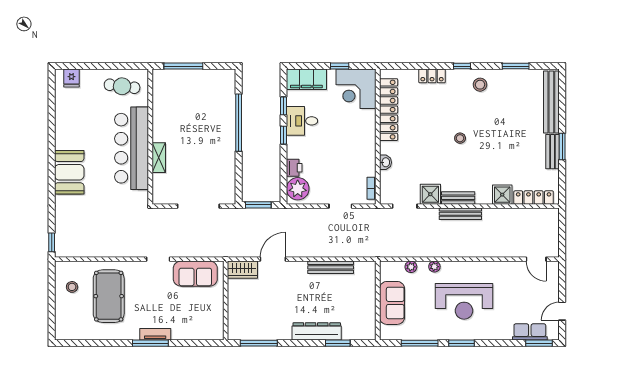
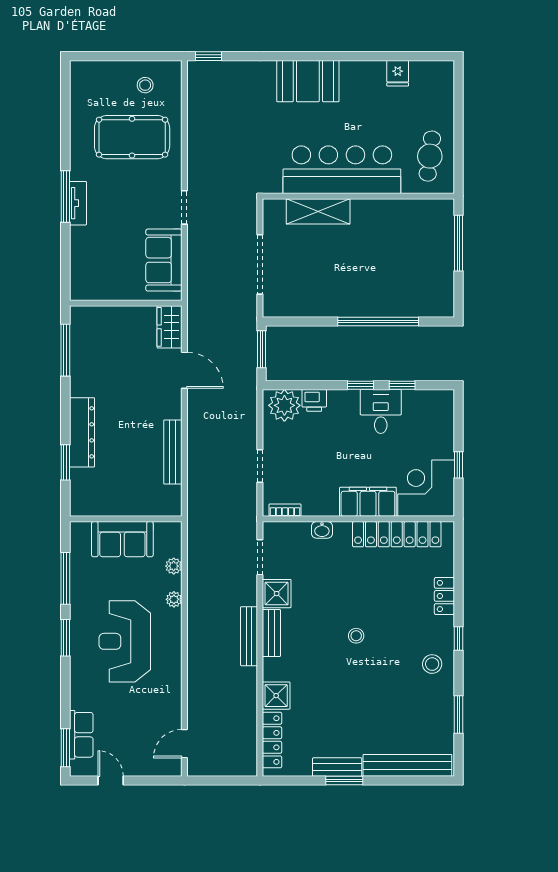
fridge: (71, 78) -> (398, 73), moved, turned -90
filing cabinet: (306, 79) -> (368, 502), moved, turned 90
shelving: (159, 158) -> (318, 211), width x1.50, depth x1.33

